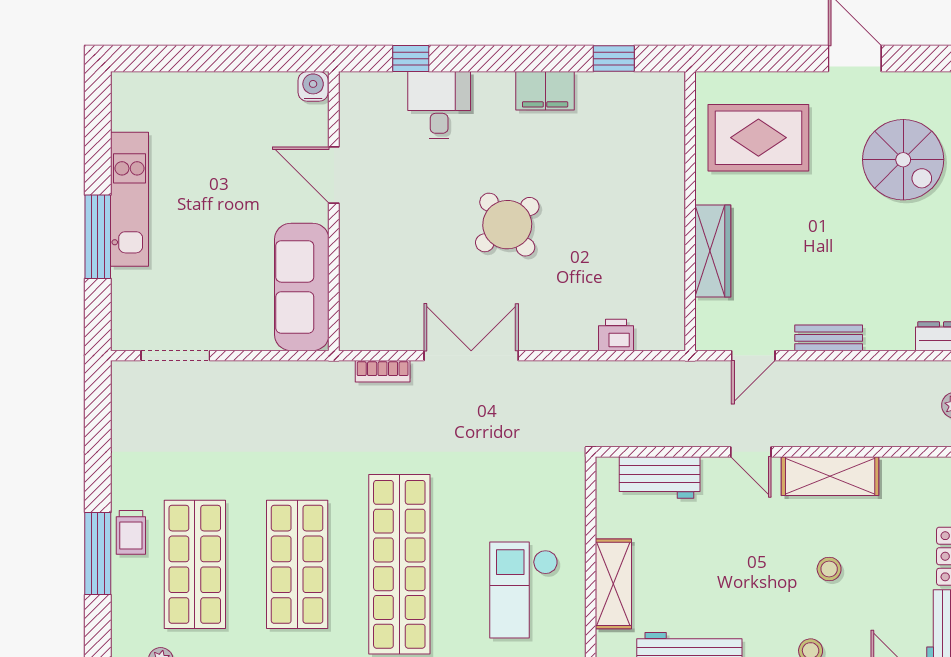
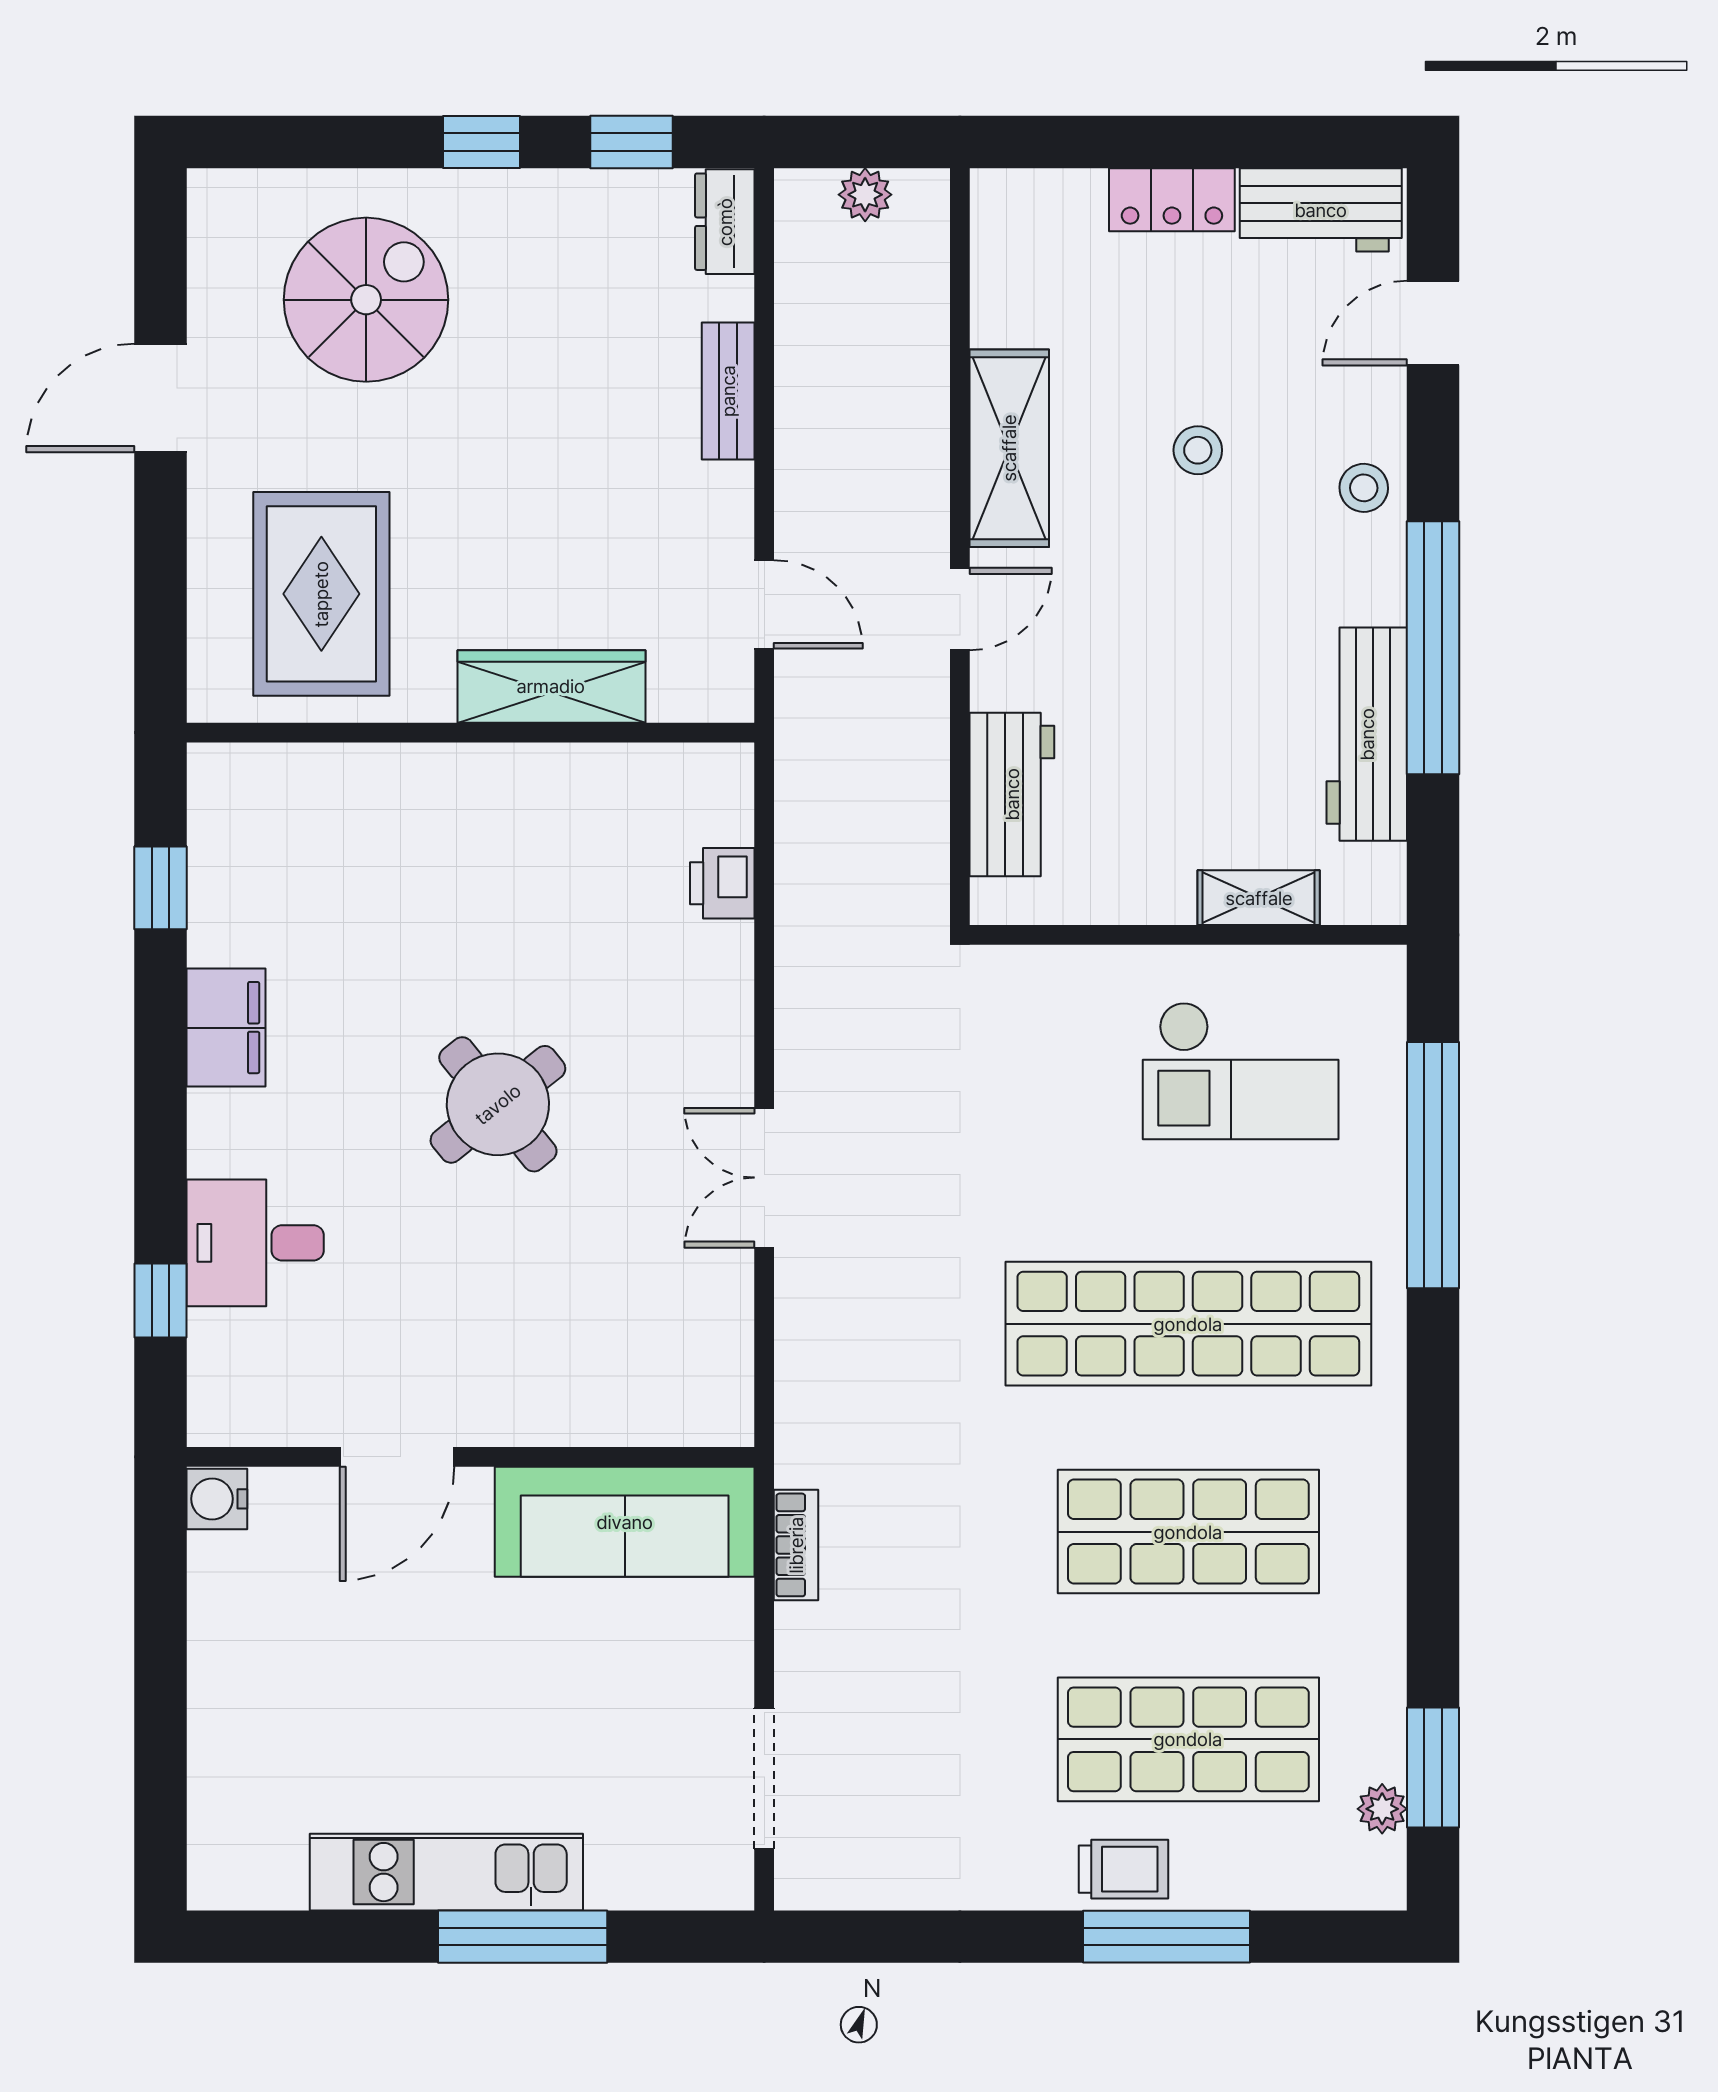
bench: (829, 338) -> (728, 391), moved
double door: (471, 356) -> (764, 1178), width x0.73
bookcase: (383, 371) -> (796, 1545), moved
shelving: (613, 584) -> (1259, 898), width x0.67, depth x0.75

